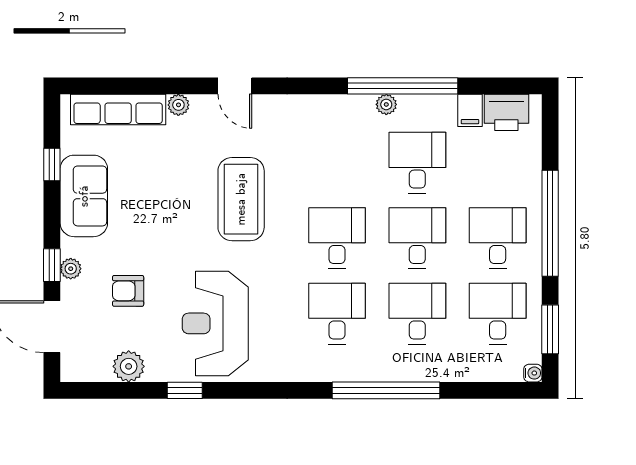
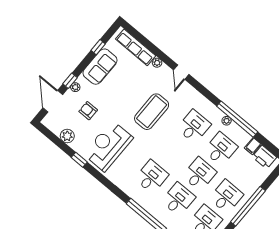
desk: (337, 238) -> (194, 126), moved

